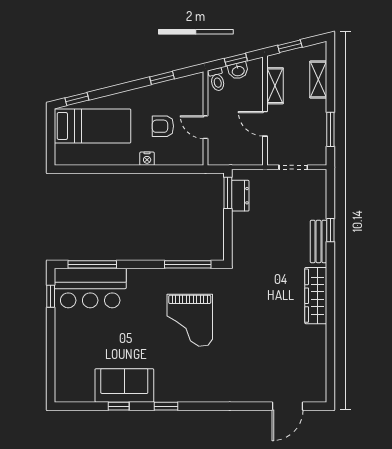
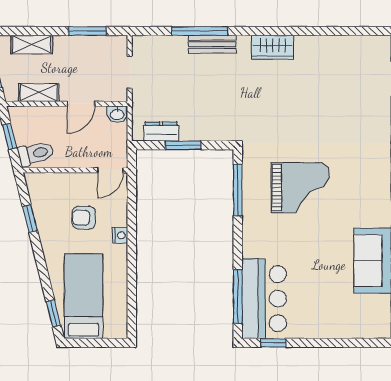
washbasin: (238, 71) -> (117, 114), moved, turned 104
toilet: (217, 80) -> (36, 154), width x1.37, depth x1.39
armchair: (163, 126) -> (84, 218), turned 90
door: (205, 127) -> (110, 170), moved
window: (228, 193) -> (183, 145), moved
window: (330, 230) -> (200, 31), width x2.17
wardrobe: (316, 296) -> (273, 47), width x0.67

